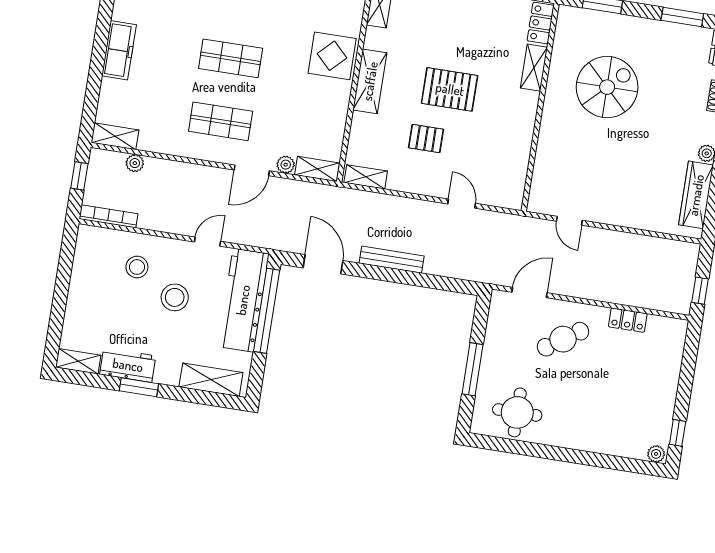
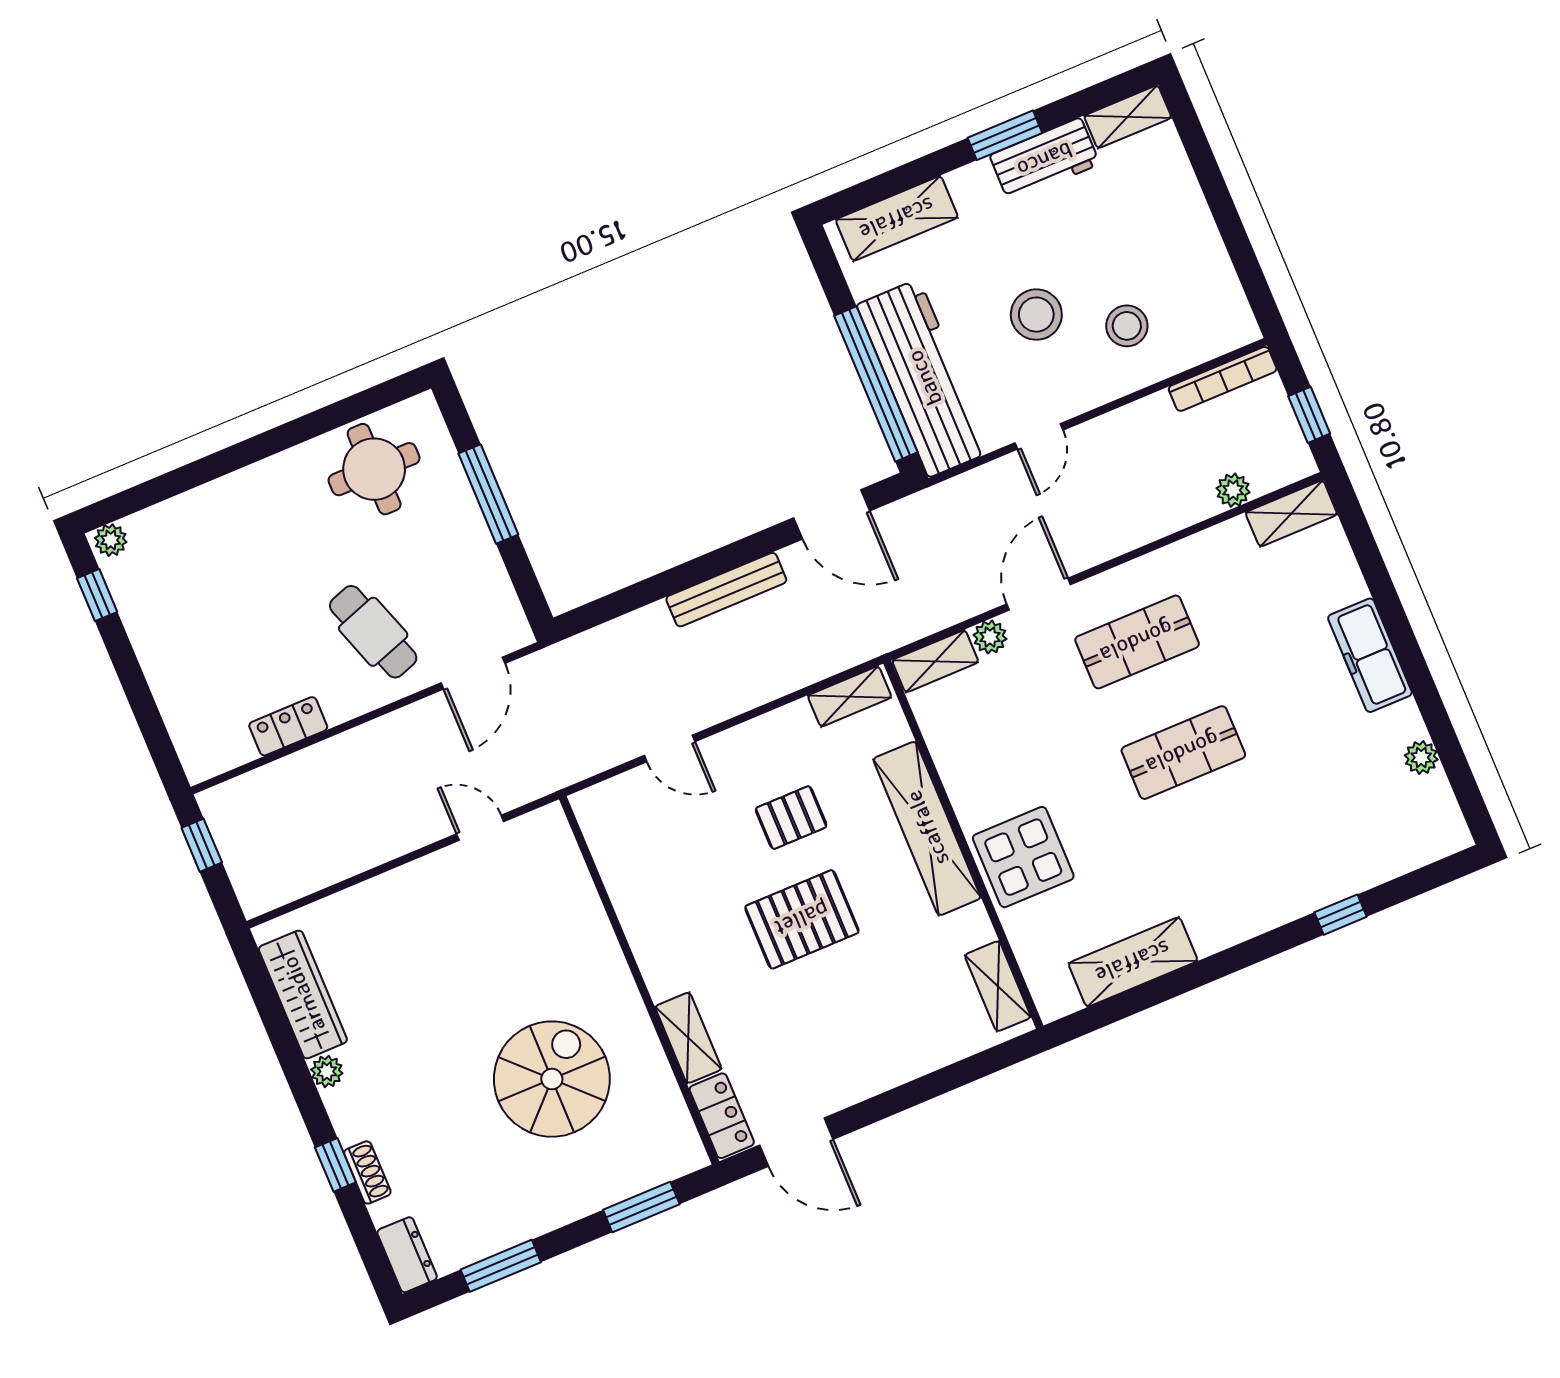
shelving: (370, 81) -> (927, 828), width x1.47
spiral stairs: (607, 87) -> (552, 1079), turned 180
cafe table: (563, 339) -> (373, 632), turned -75

